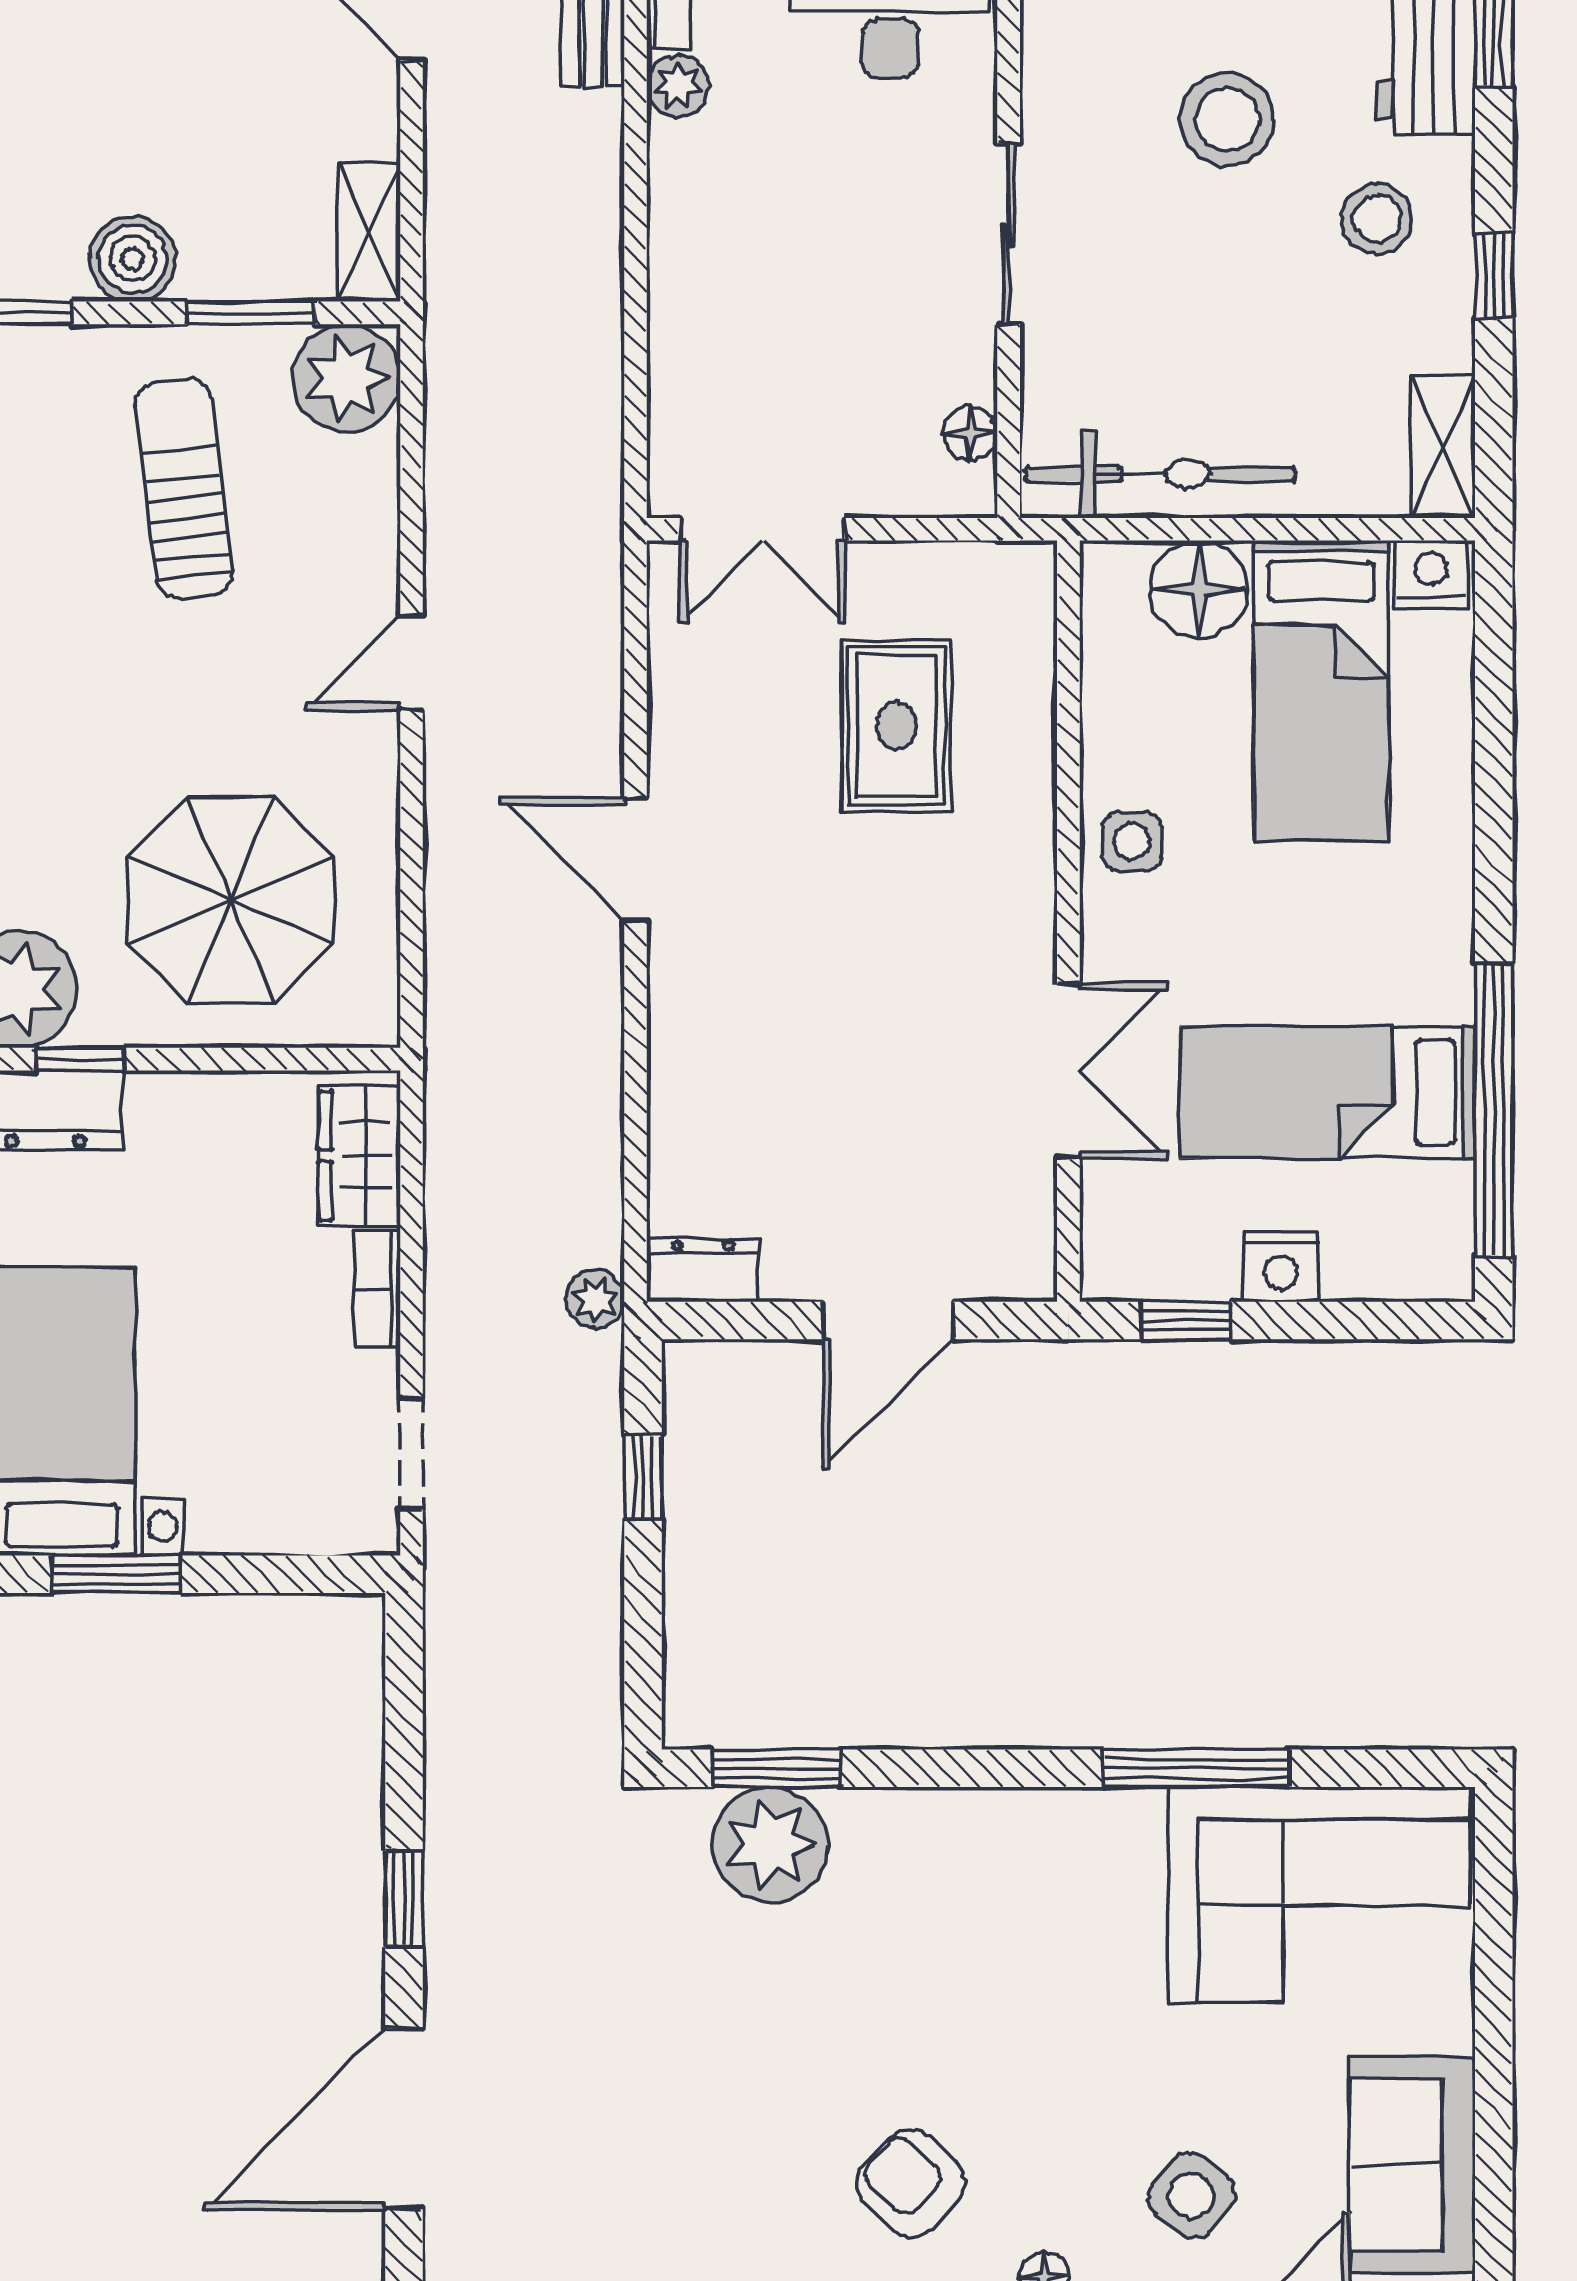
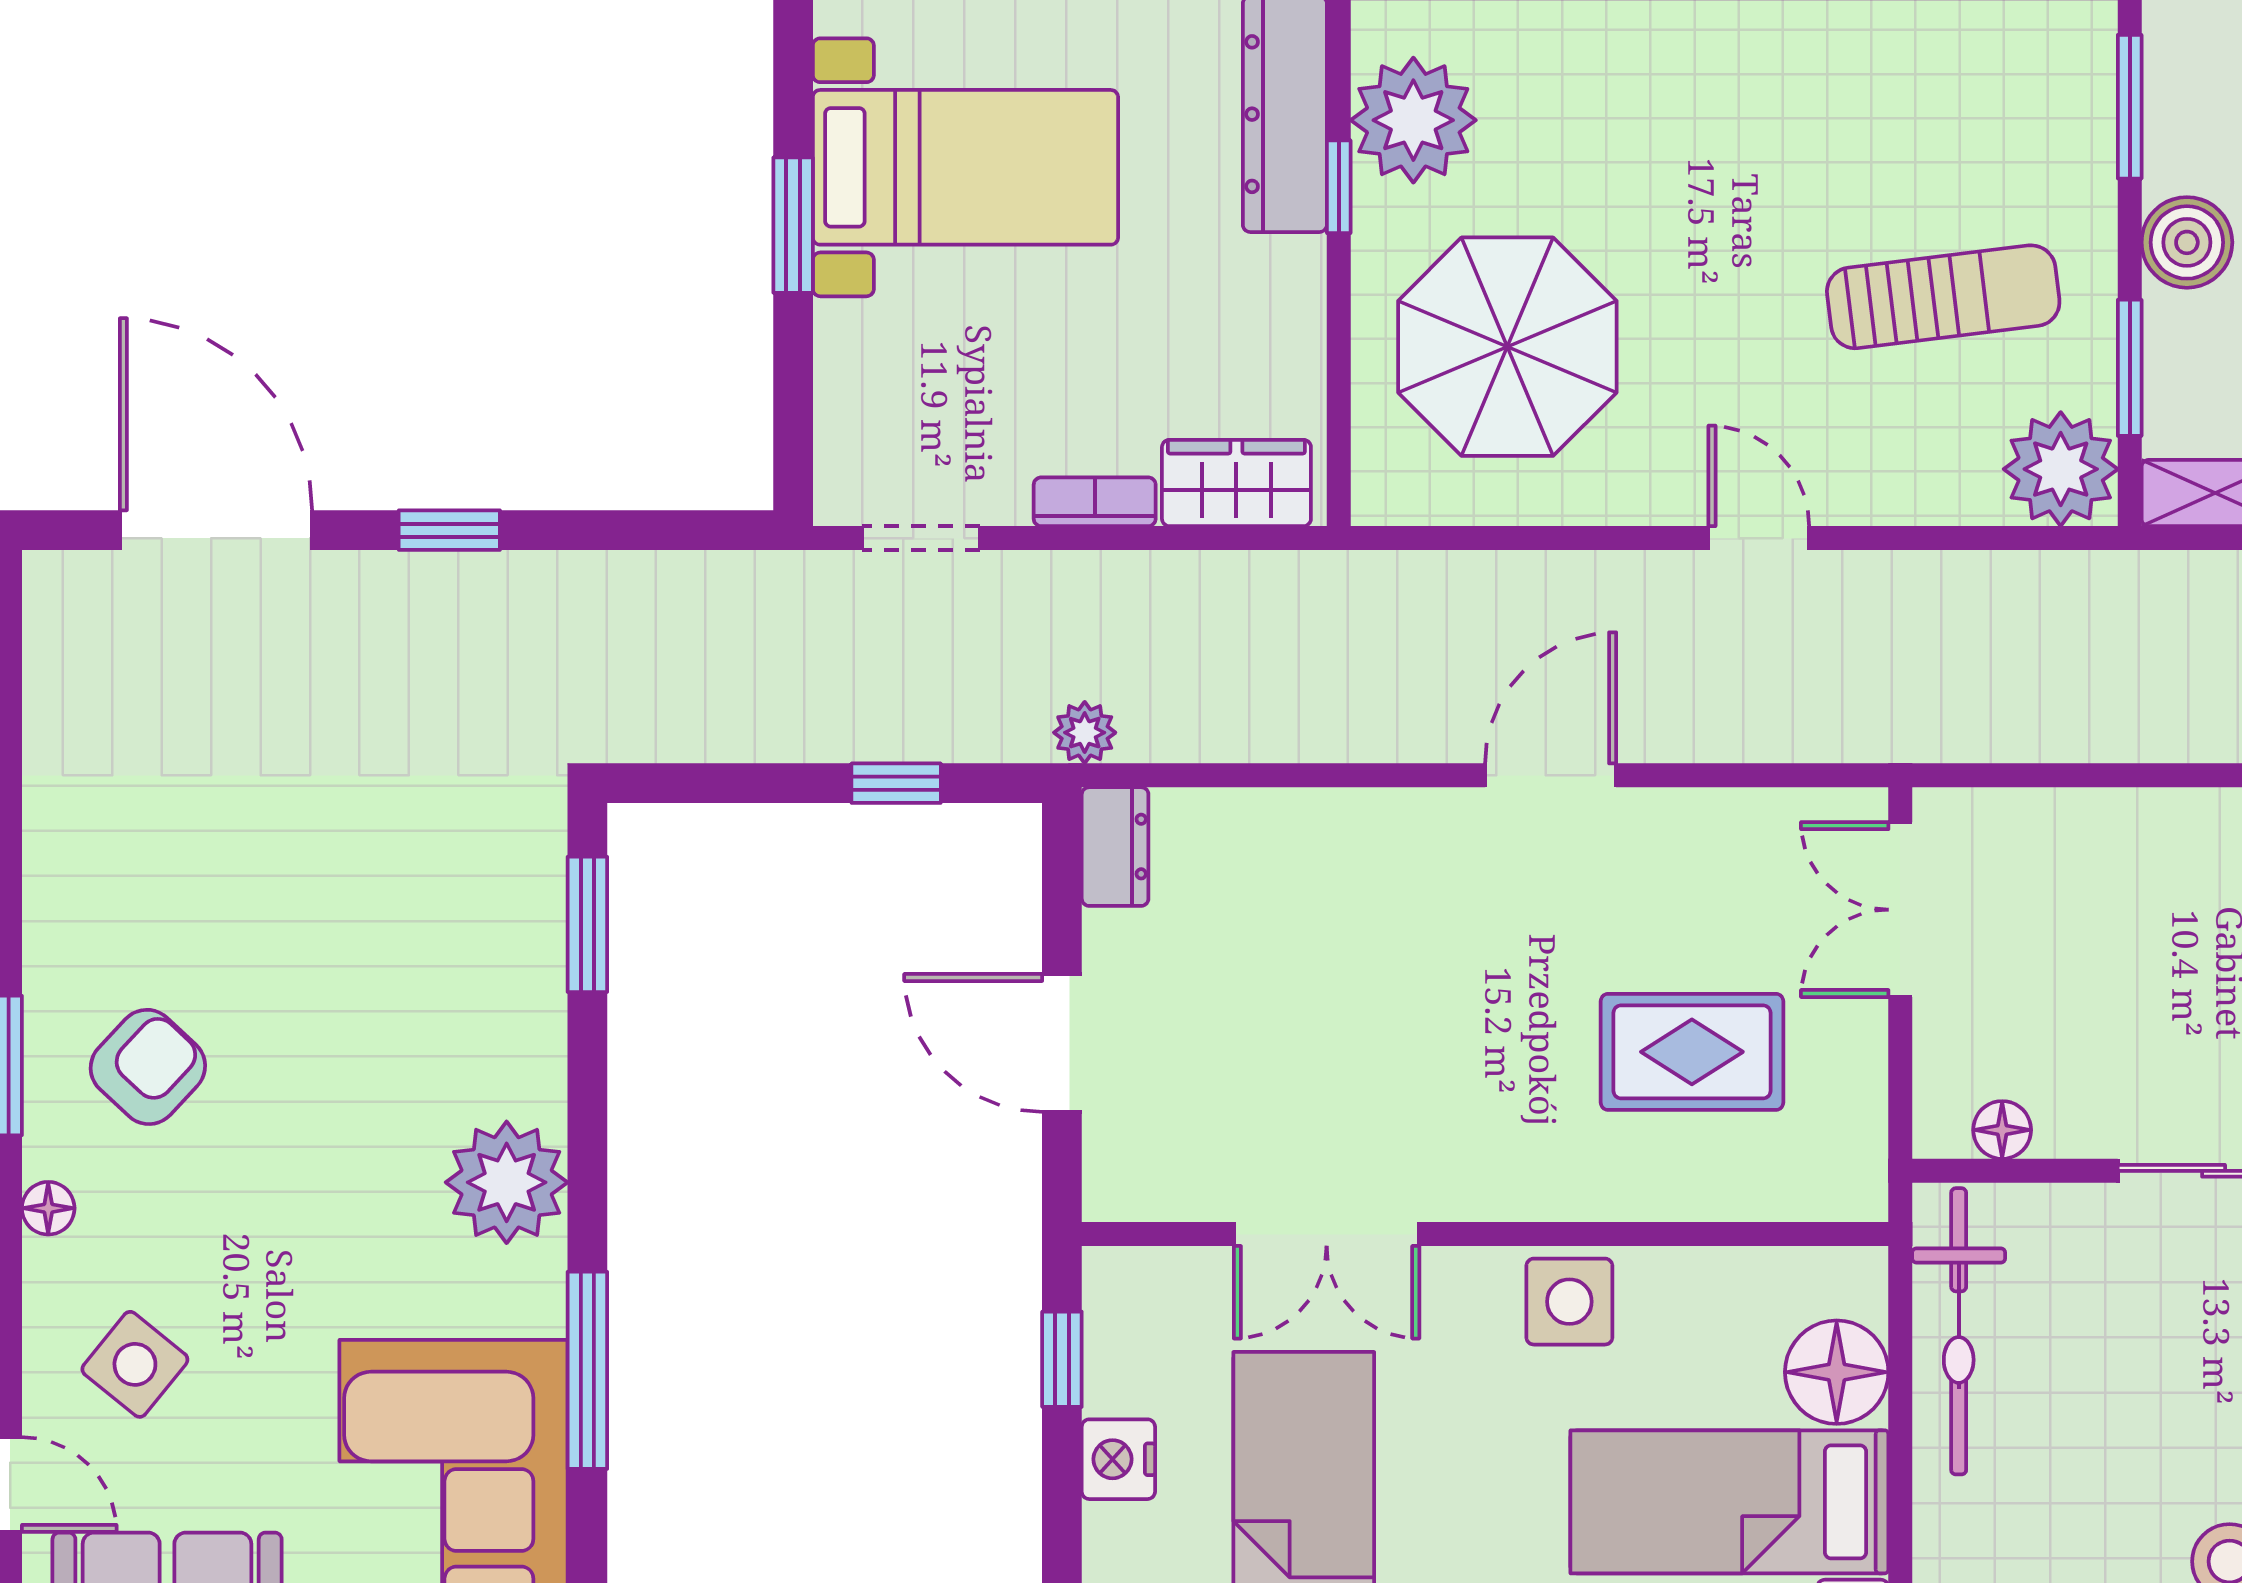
side table: (1132, 842) -> (1569, 1302), width x1.37, depth x1.37
plant: (770, 1844) -> (507, 1182), moved

